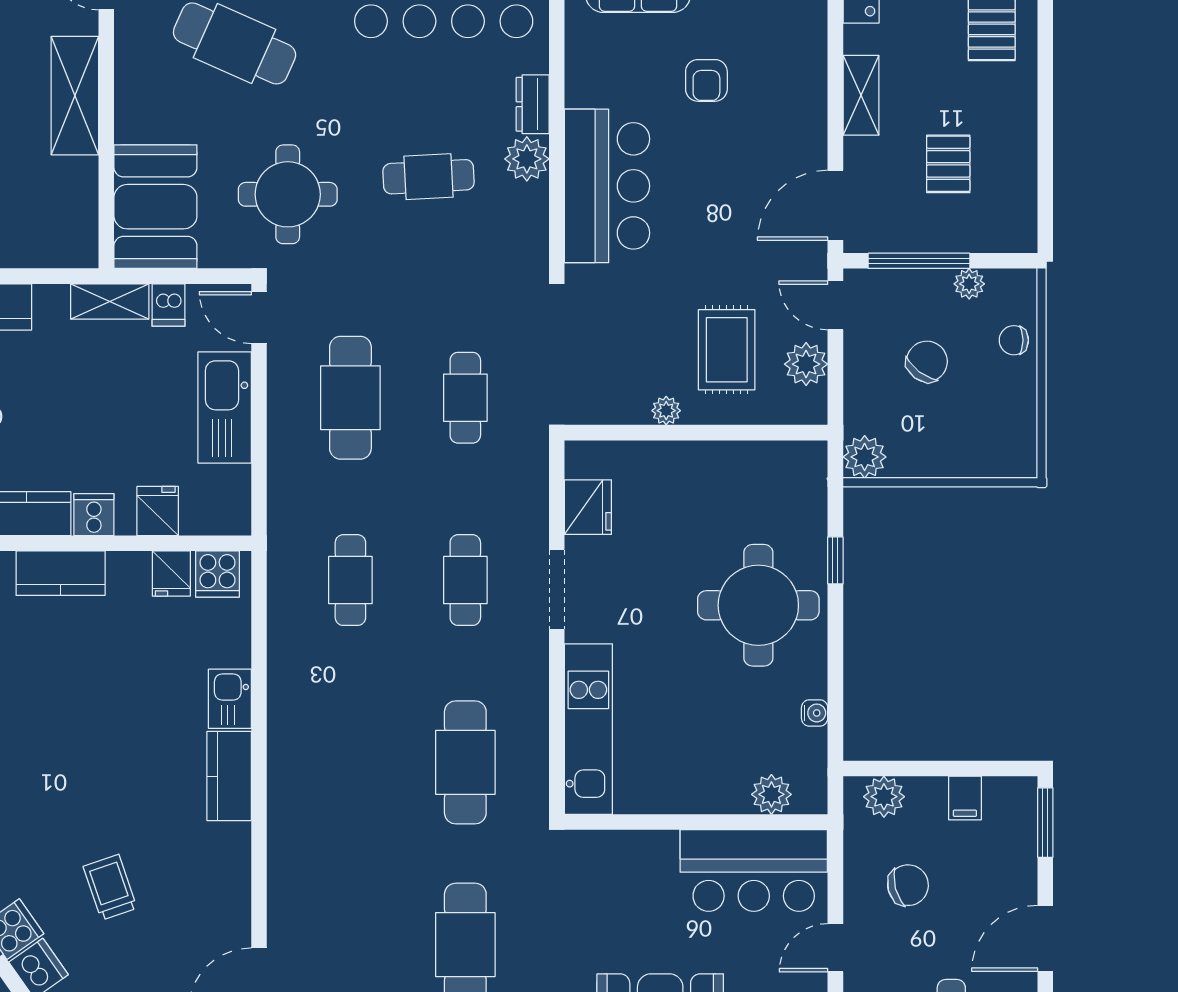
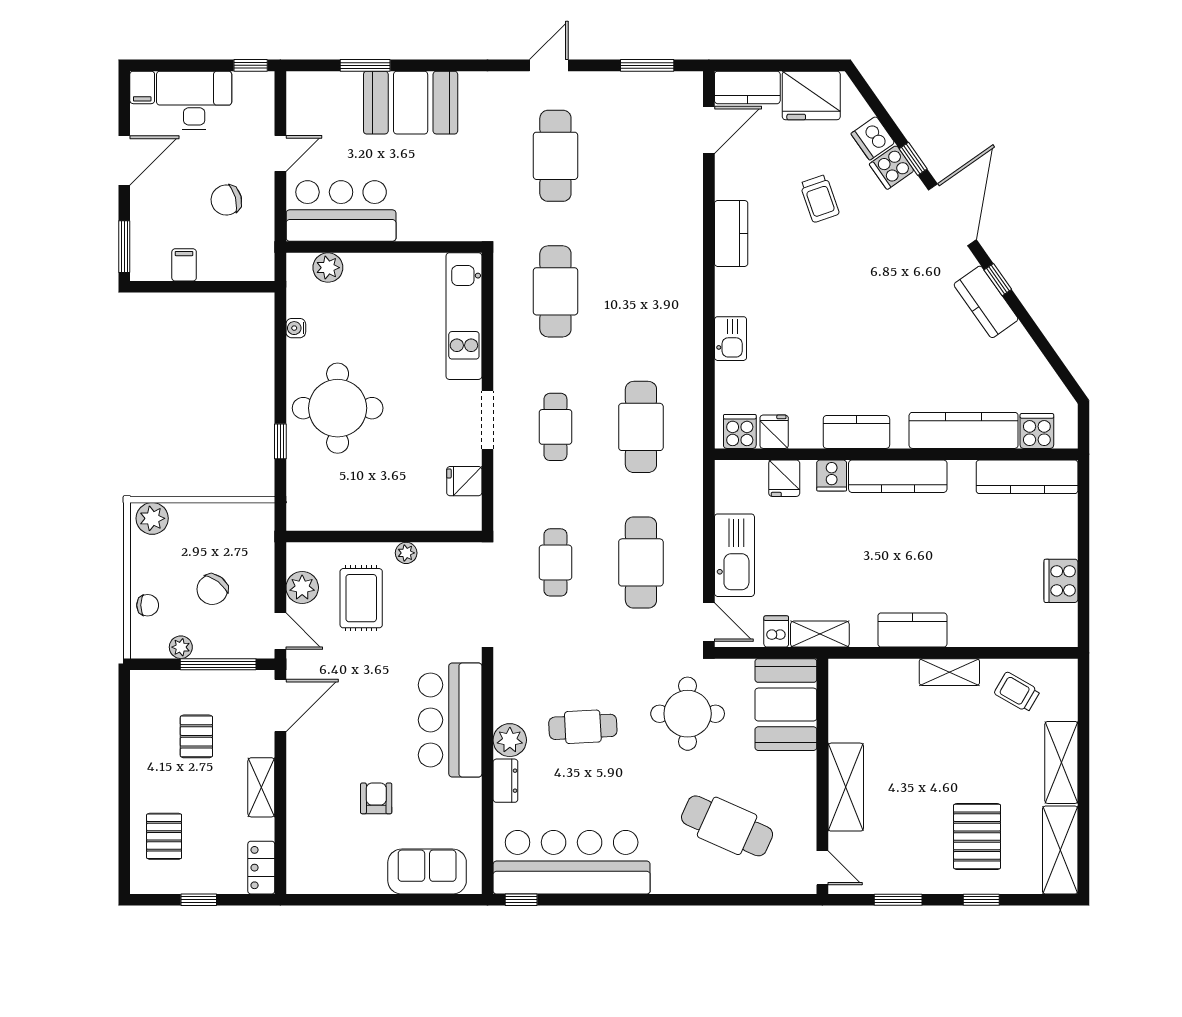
plant: (865, 457) -> (152, 518), moved
fridge: (588, 507) -> (464, 481), width x0.72
cafe table: (350, 580) -> (641, 427), width x1.37, depth x1.35
kitchen counter: (229, 776) -> (731, 233), moved
plant: (884, 797) -> (244, 266), removed

